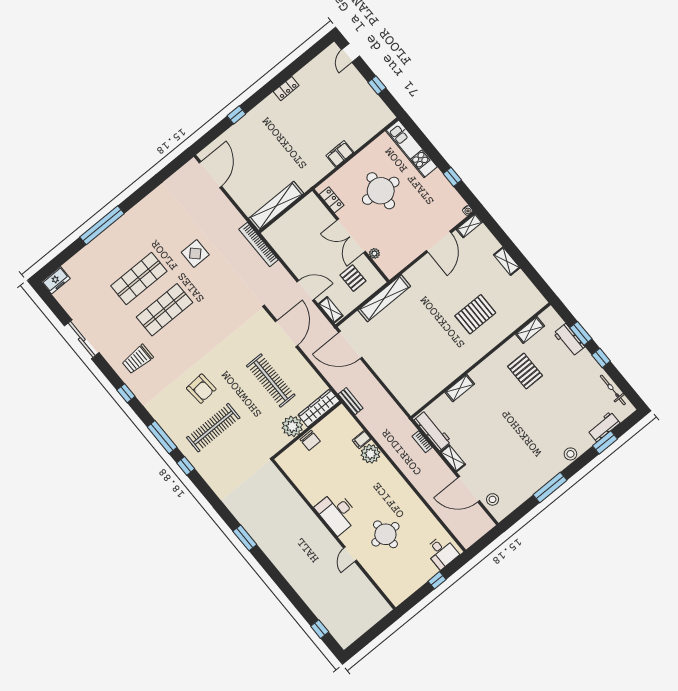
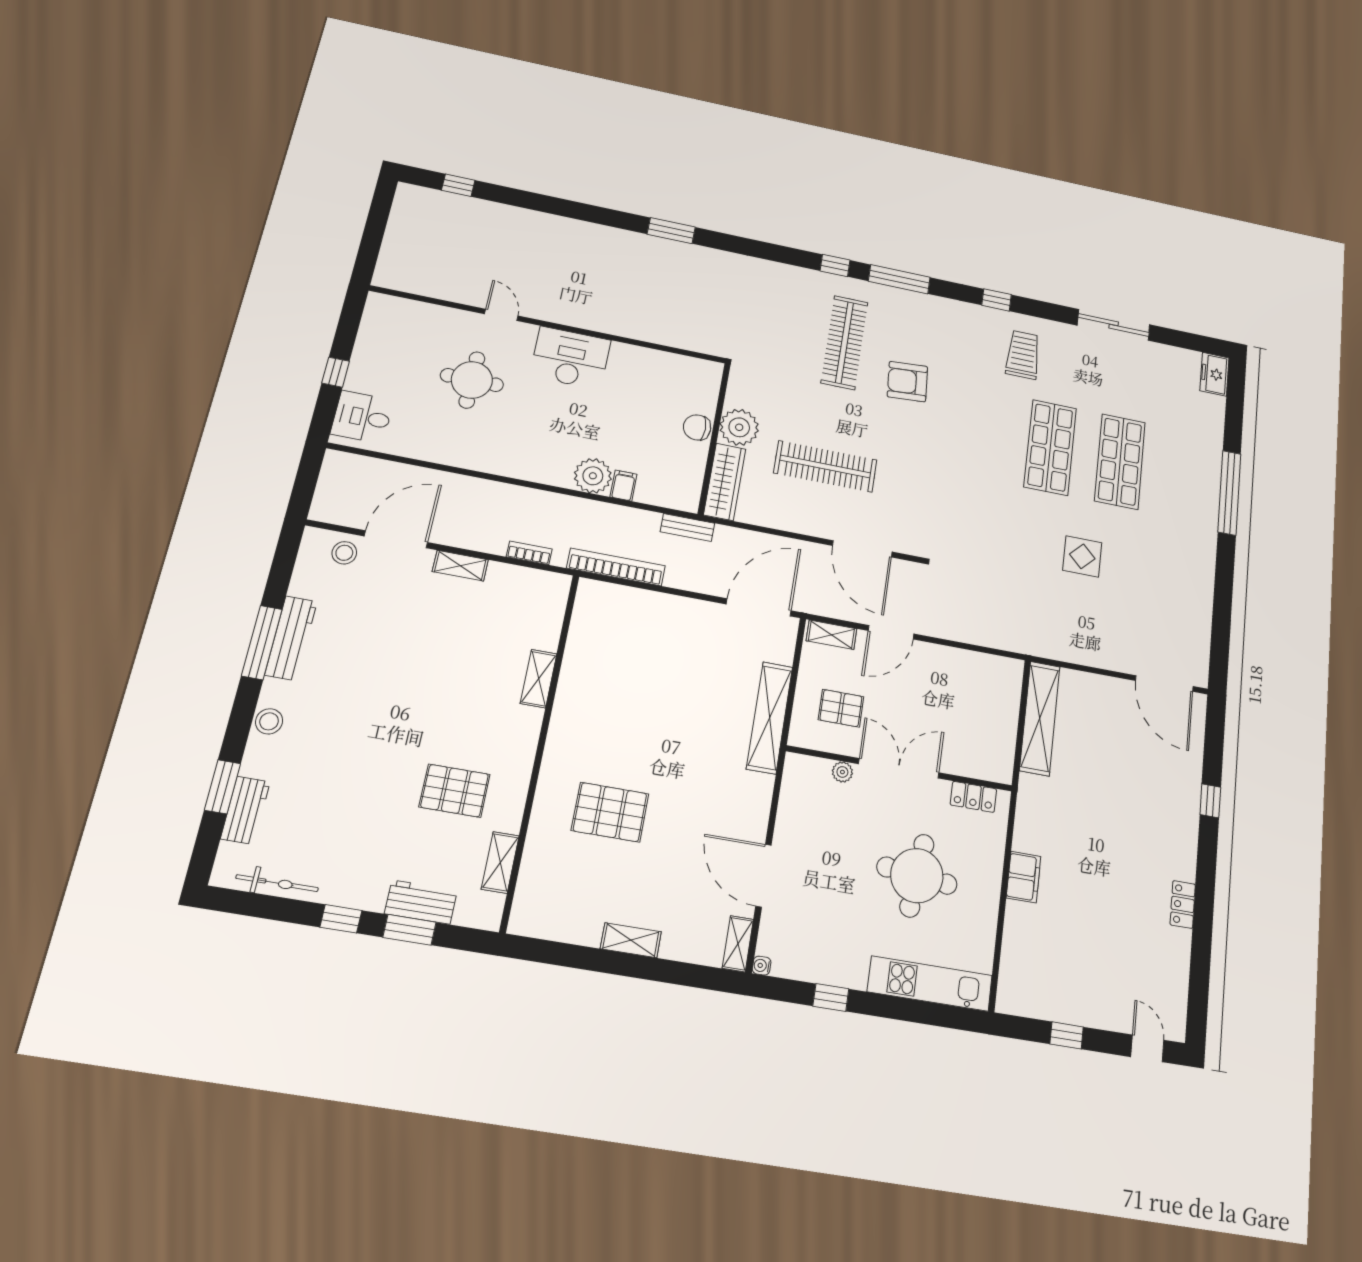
bookcase: (259, 245) -> (616, 567), moved
pallet: (475, 314) -> (610, 812), turned 90
workbench: (433, 431) -> (291, 638), moved, turned -90

